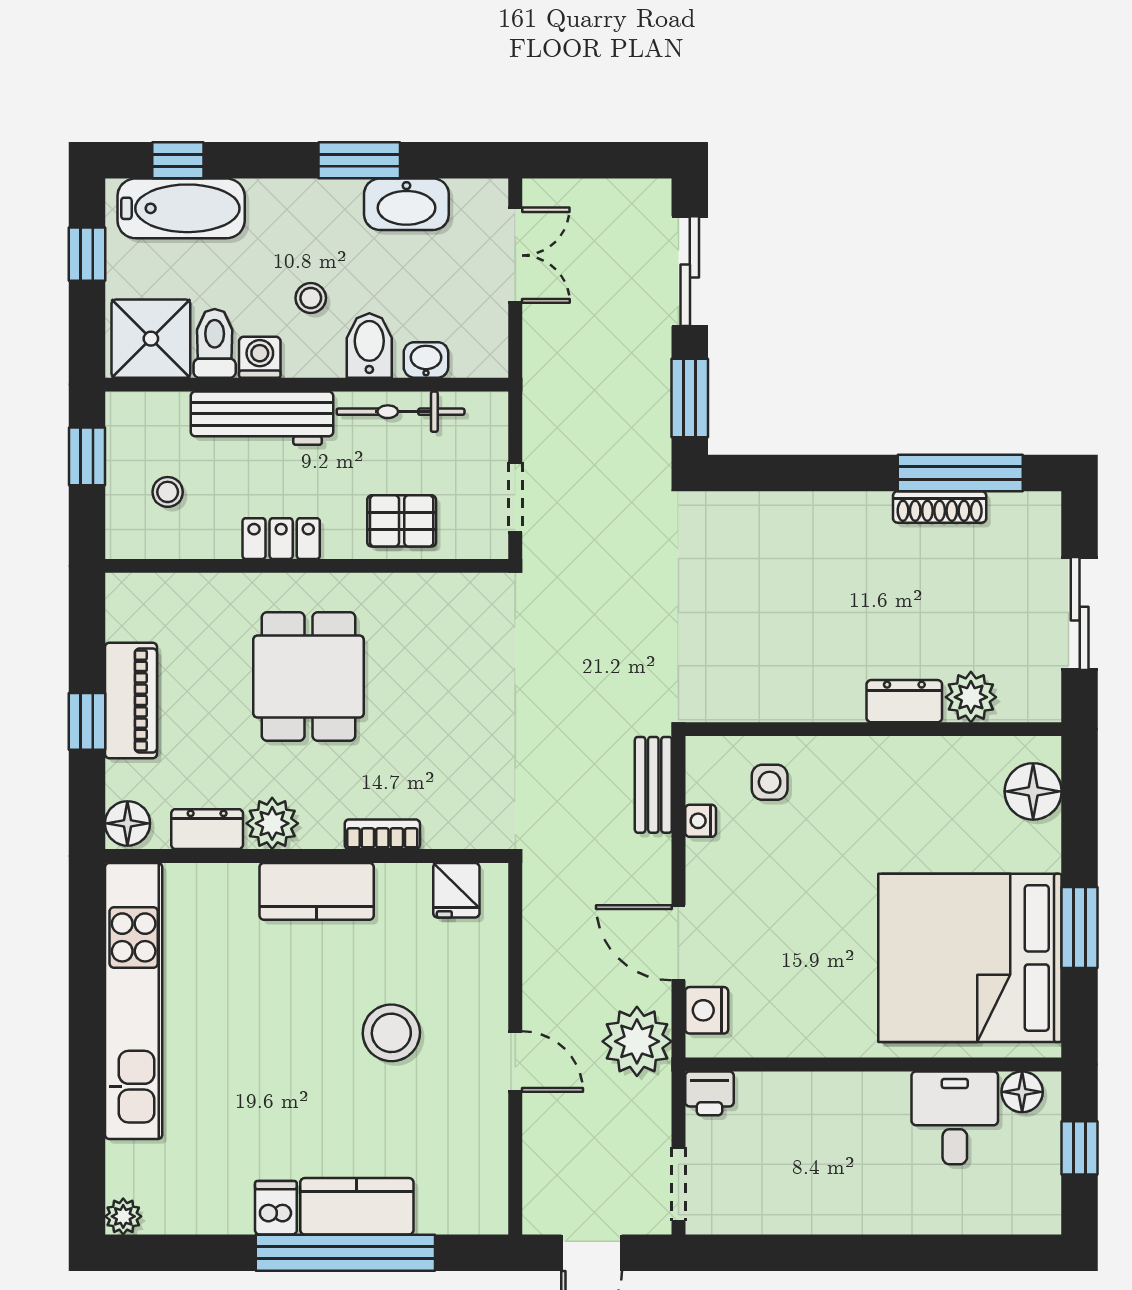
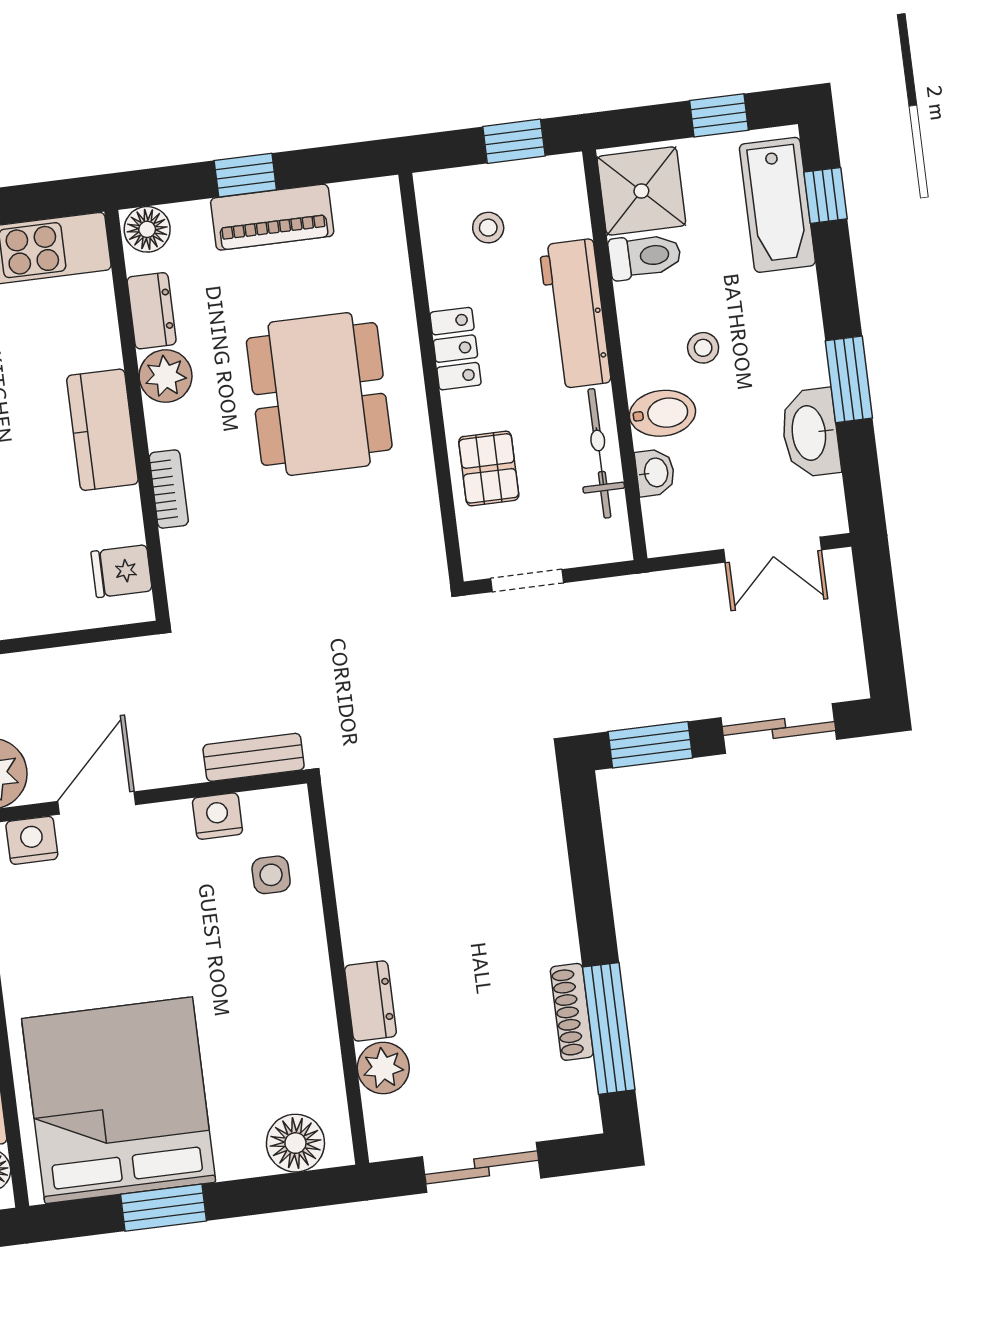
washing machine: (260, 357) -> (636, 304), removed
dining table: (309, 676) -> (319, 394), width x1.38
nightstand: (701, 821) -> (217, 816), width x1.39, depth x1.35

